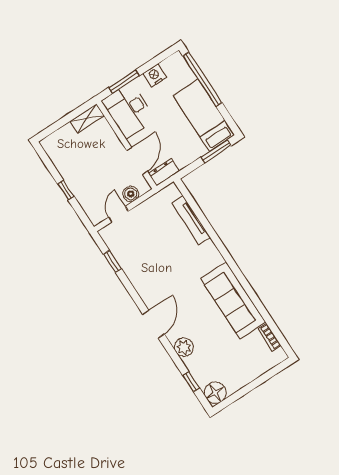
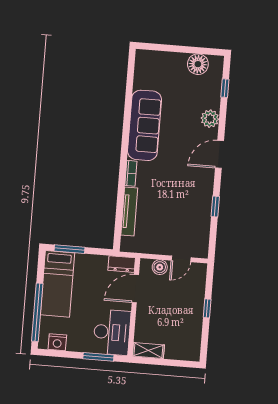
nightstand: (155, 75) -> (57, 342), moved
window: (112, 262) -> (215, 206), moved
bookcase: (269, 337) -> (131, 173), moved
floor lamp: (215, 393) -> (198, 64), moved

